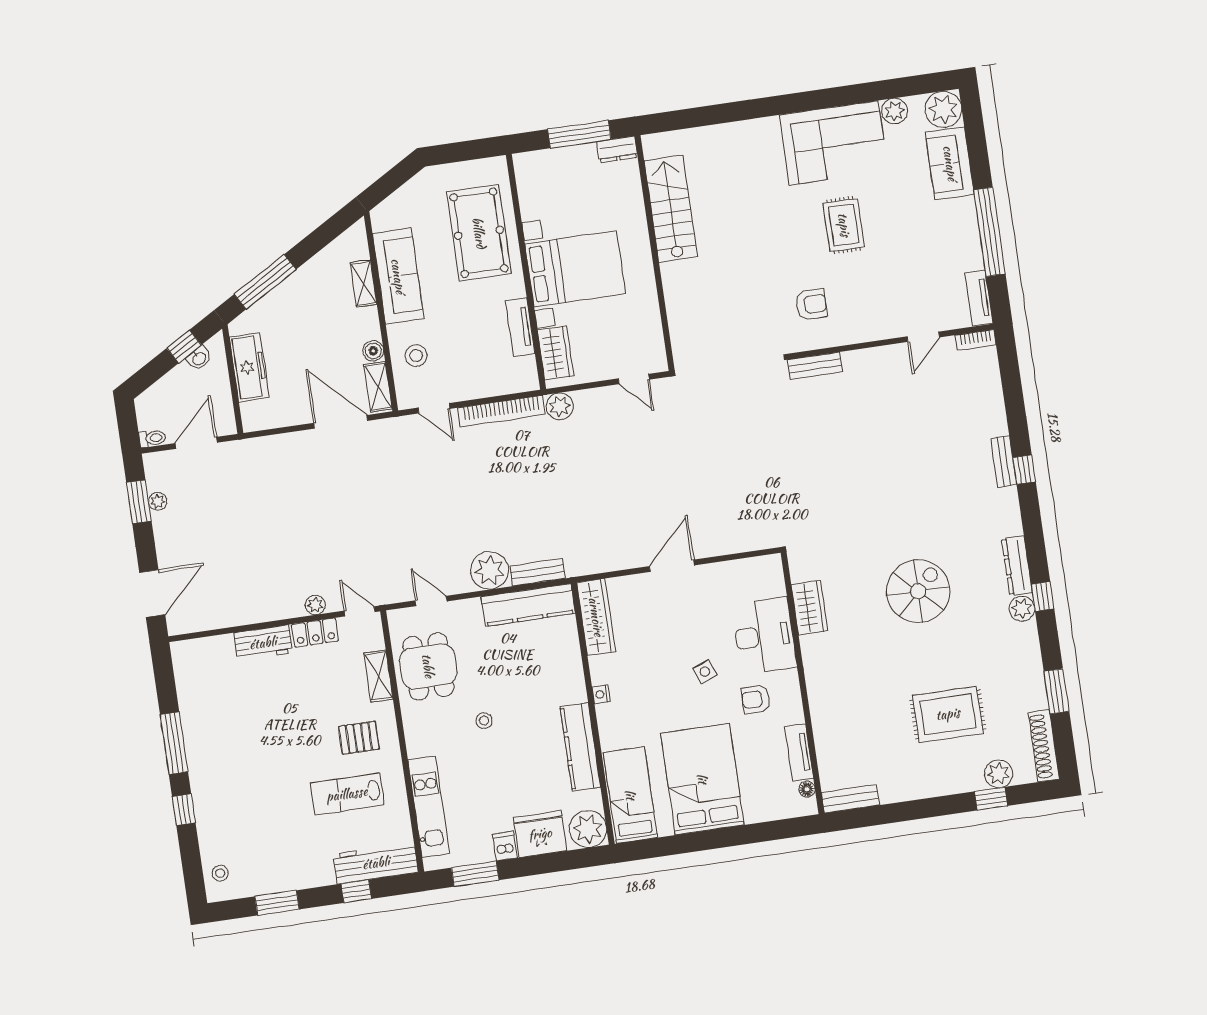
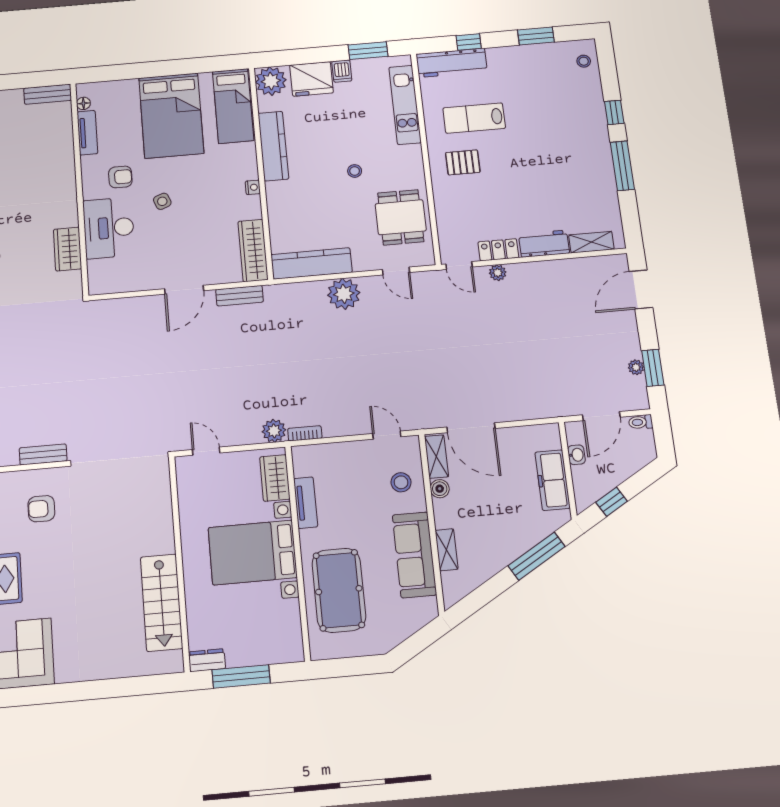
washbasin: (199, 358) -> (576, 455), moved, turned 120
bookcase: (501, 411) -> (305, 433), width x0.43, depth x0.76
bench: (538, 572) -> (240, 296), moved
shelving: (378, 676) -> (591, 242), moved, turned 90
lab bench: (347, 794) -> (474, 118), turned 180

